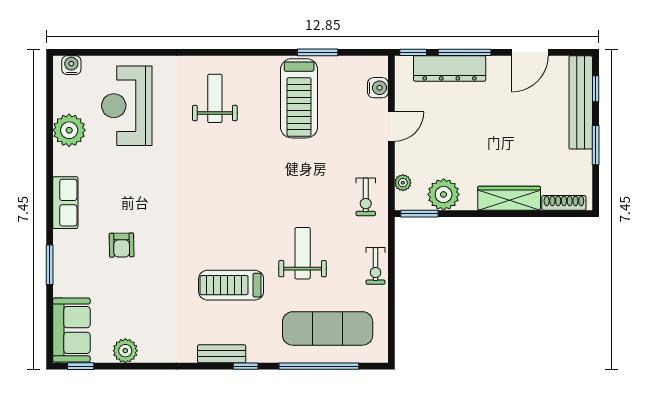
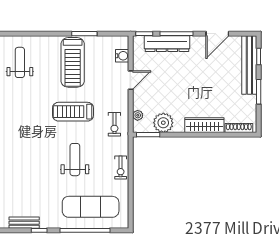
treadmill: (231, 285) -> (73, 112), moved

